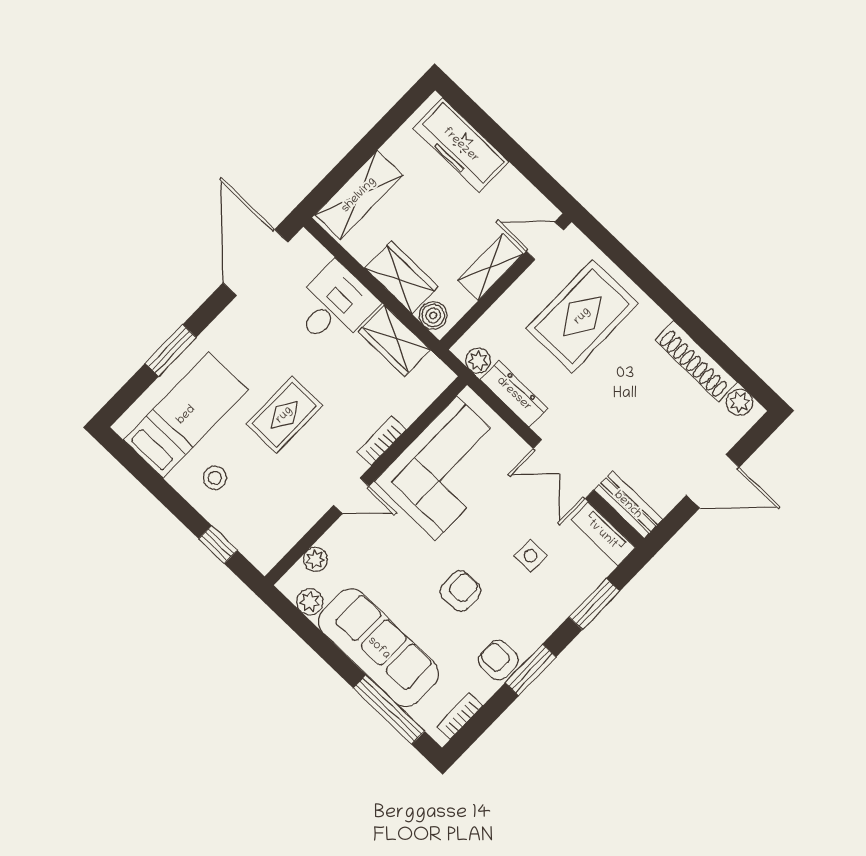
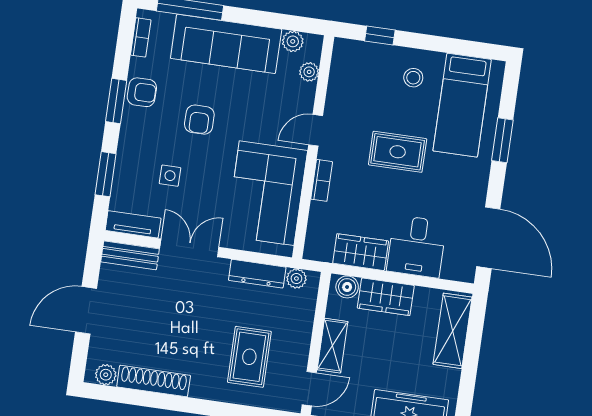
rug: (582, 316) -> (249, 357), width x0.73, depth x0.70
rug: (284, 415) -> (398, 152), turned 90

